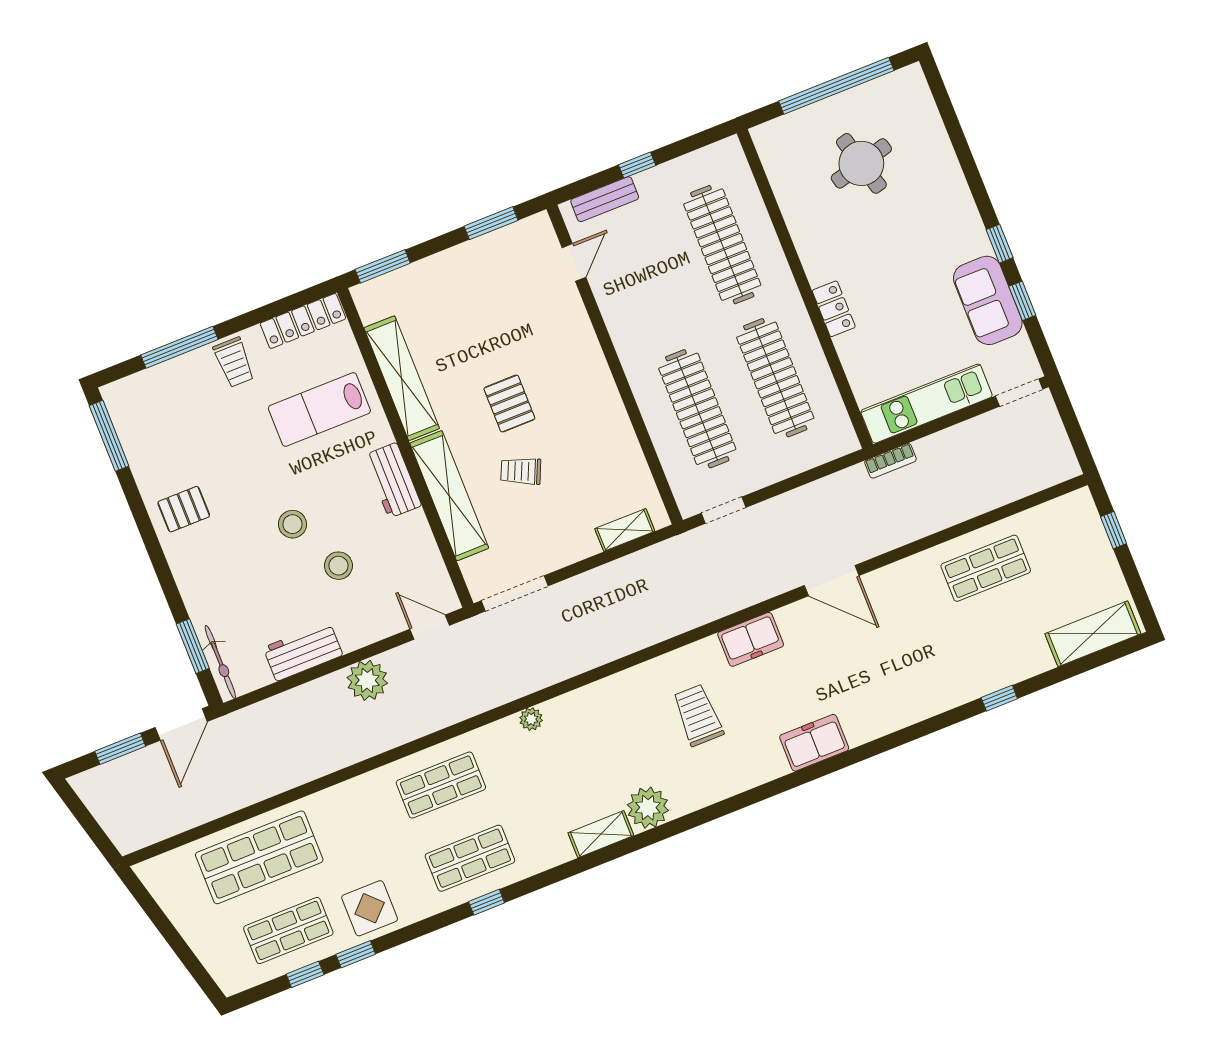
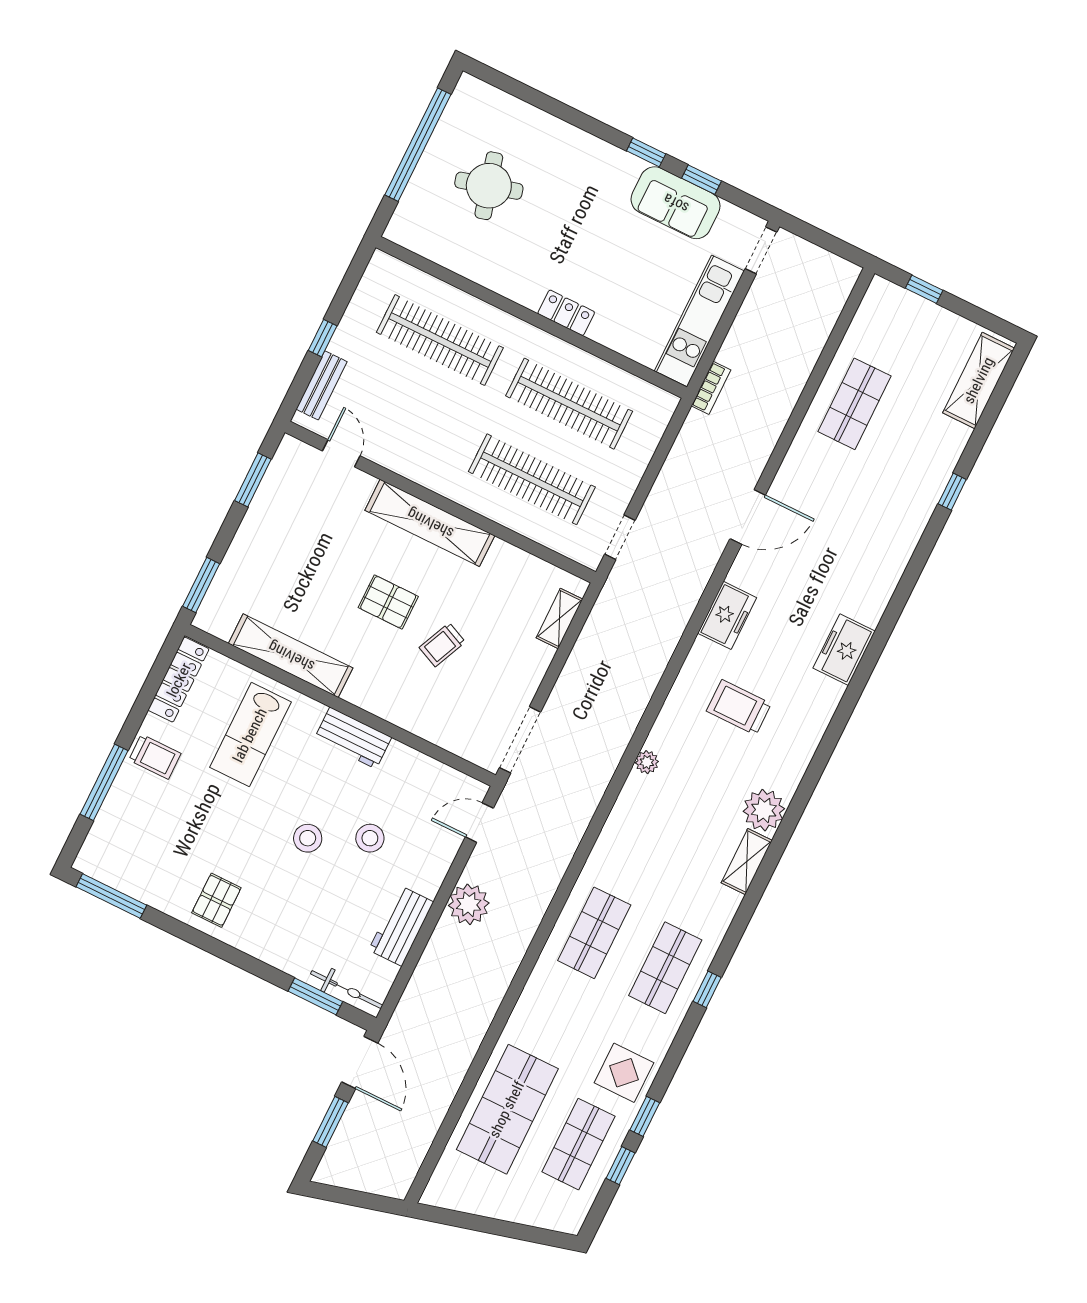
shelving: (449, 496) -> (430, 523), moved
plant: (531, 719) -> (647, 762), moved

